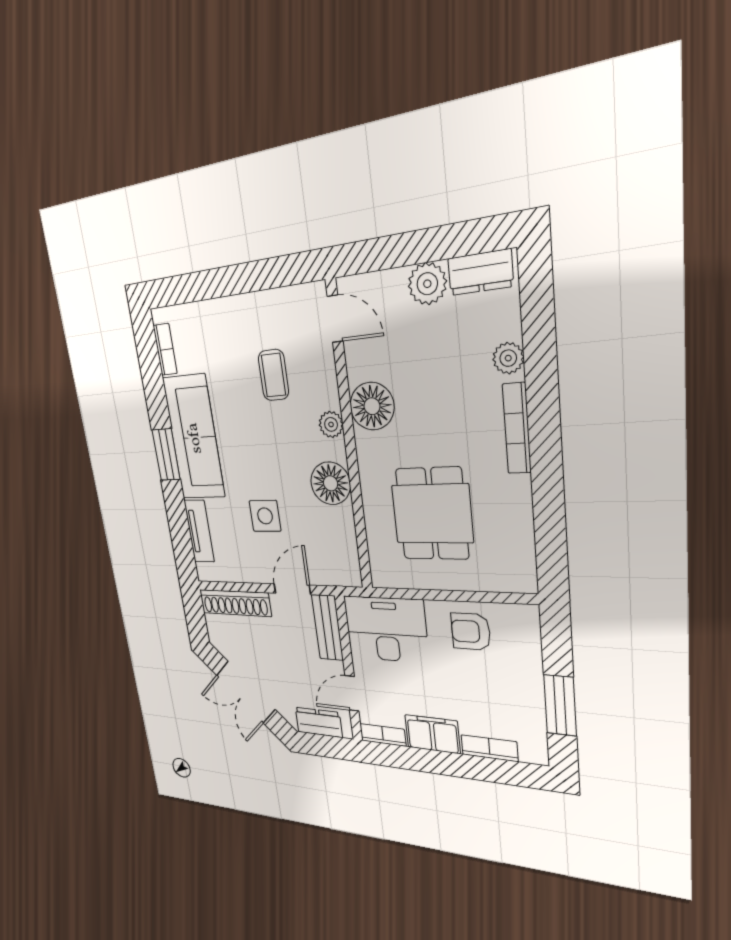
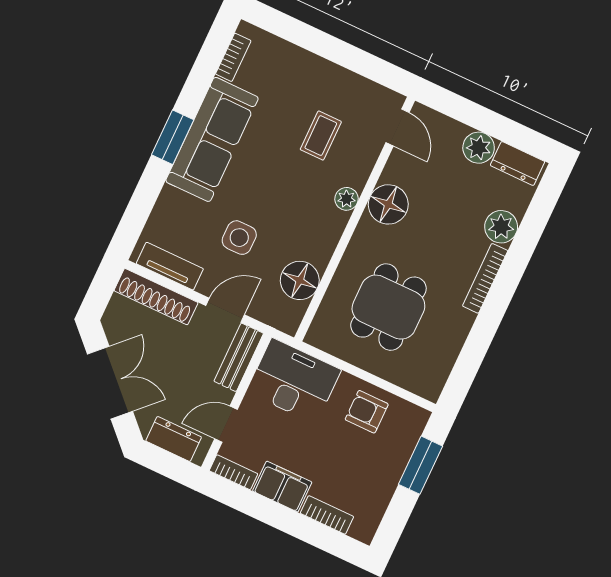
plant: (508, 358) -> (501, 227), width x1.38, depth x1.38
floor lamp: (331, 483) -> (300, 280), moved
tv unit: (199, 531) -> (170, 266), moved, turned -90
double door: (246, 692) -> (110, 383), swing flipped
window: (560, 705) -> (420, 465), moved

